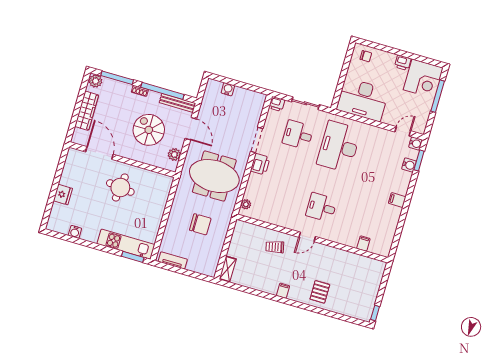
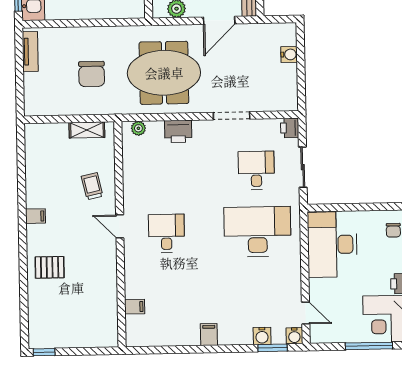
printer: (260, 164) -> (178, 131), moved
meeting table: (214, 176) -> (164, 73), turned 90
shelving: (228, 269) -> (87, 130), moved

